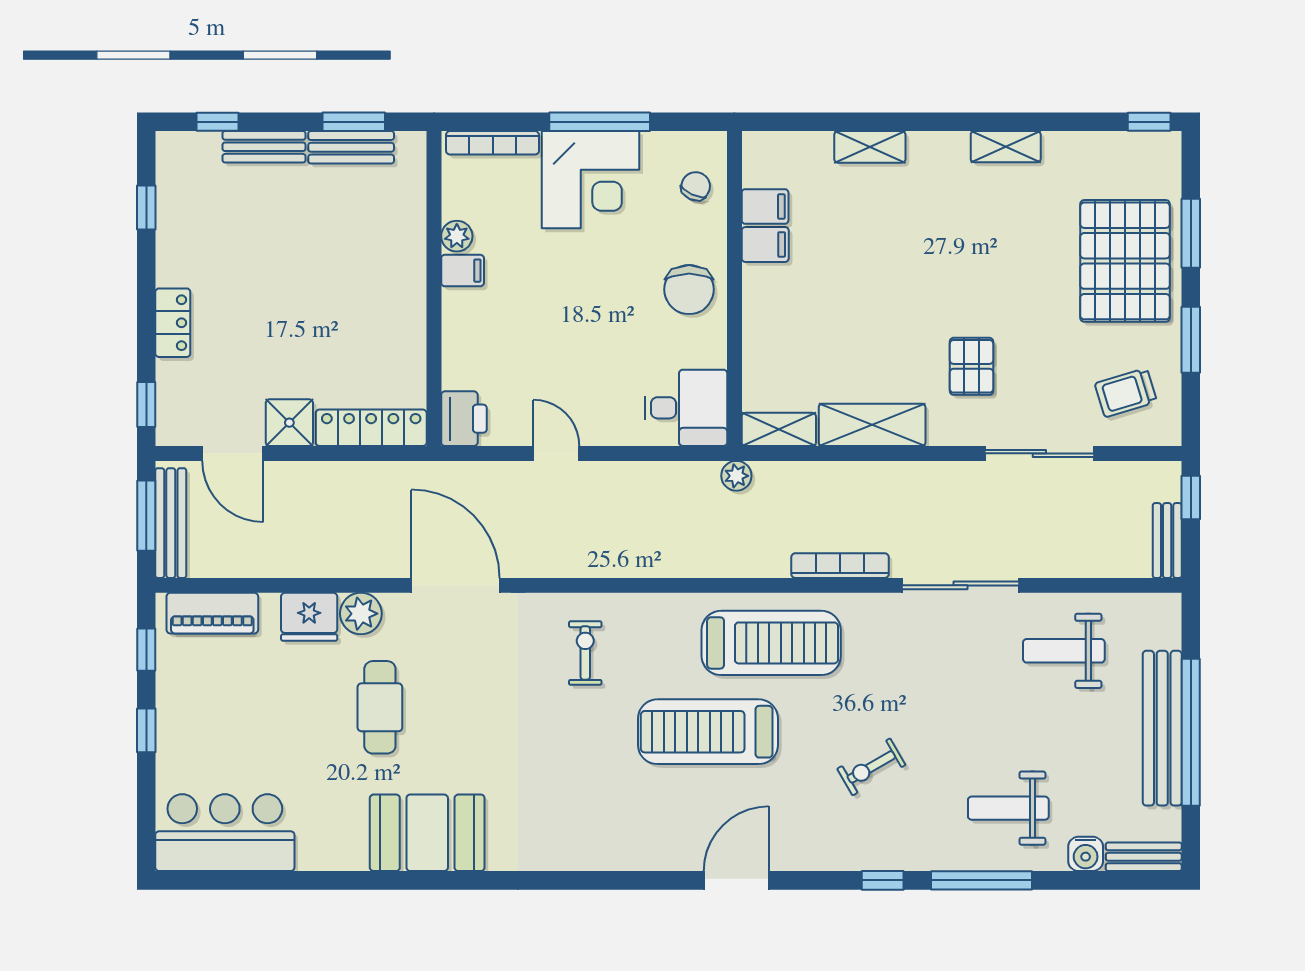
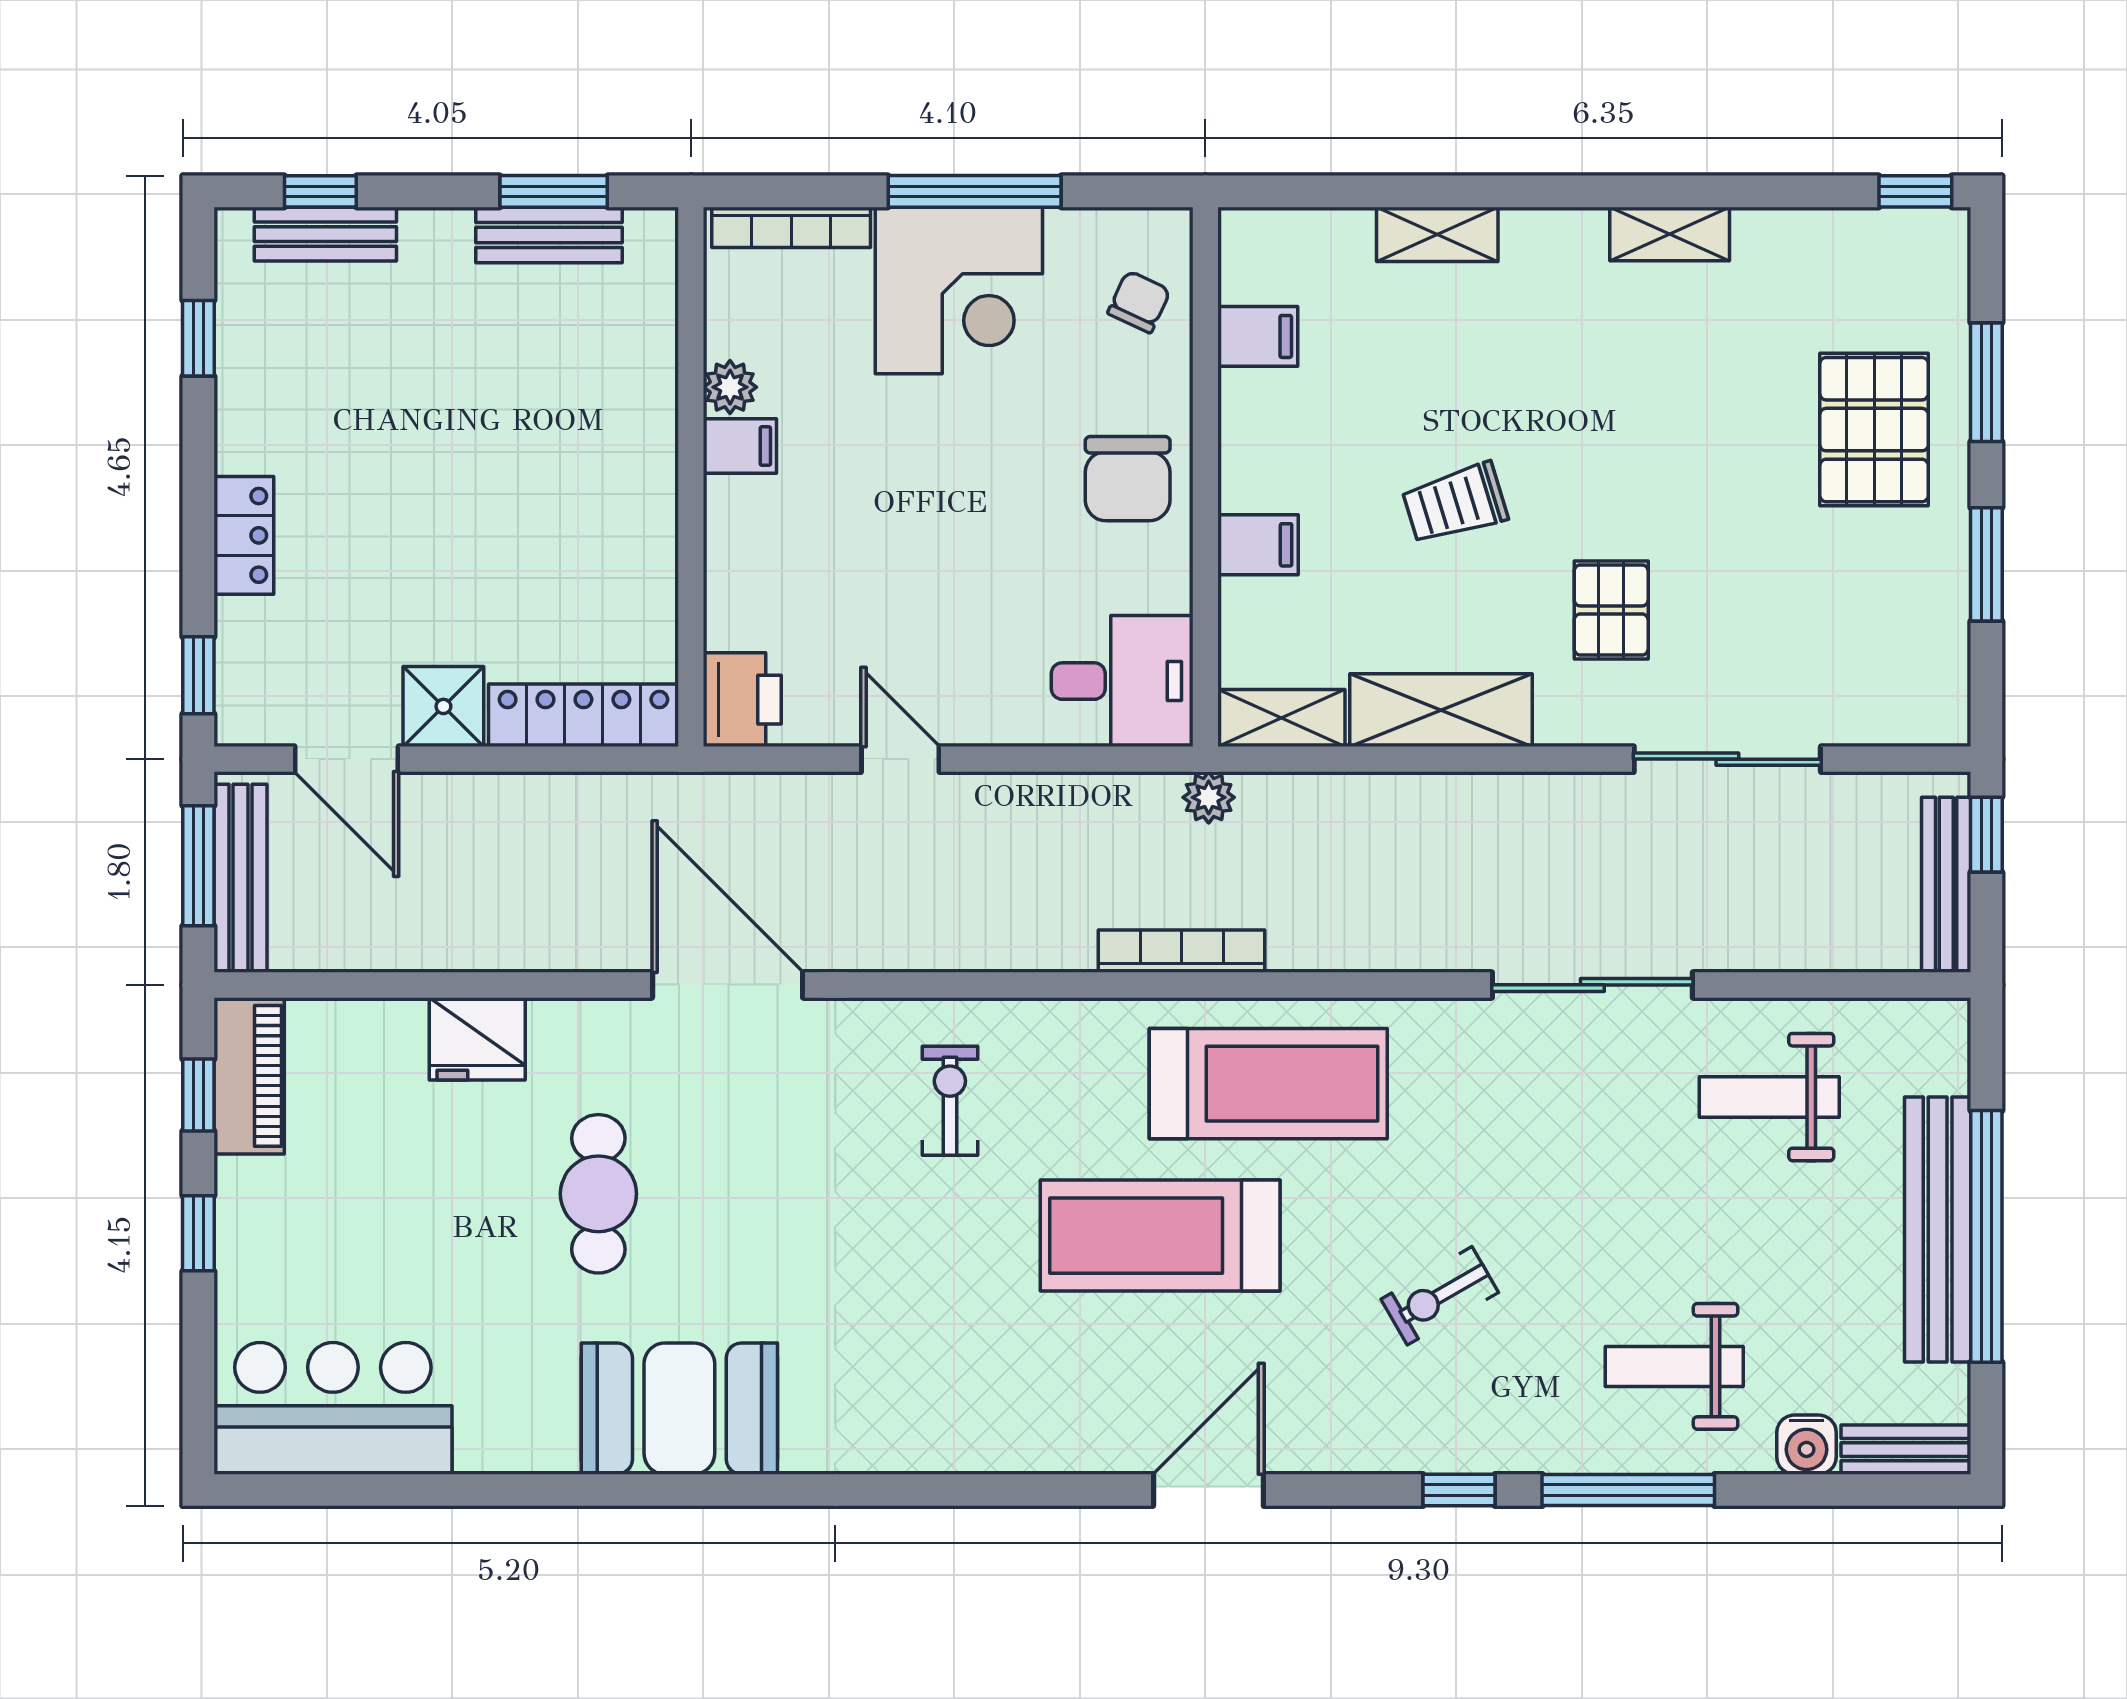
bench: (264, 147) -> (325, 234), moved
filing cabinet: (765, 244) -> (1258, 545), moved
pallet: (1125, 261) -> (1874, 430), width x0.73, depth x0.71
trolley: (1126, 393) -> (1455, 503), moved
bench: (1167, 541) -> (1946, 885), width x1.36
bookcase: (840, 566) -> (1182, 951), moved
piano: (212, 613) -> (249, 1076), moved, turned -90
plant: (361, 614) -> (566, 1033), removed

